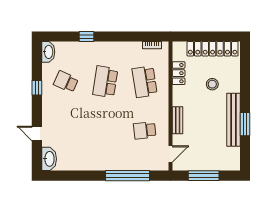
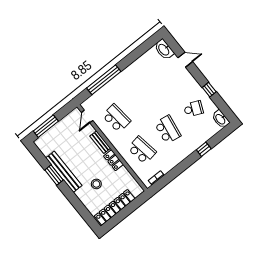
locker: (179, 73) -> (114, 160), moved
school desk: (145, 130) -> (116, 118), width x1.85
window: (204, 176) -> (46, 126), moved

